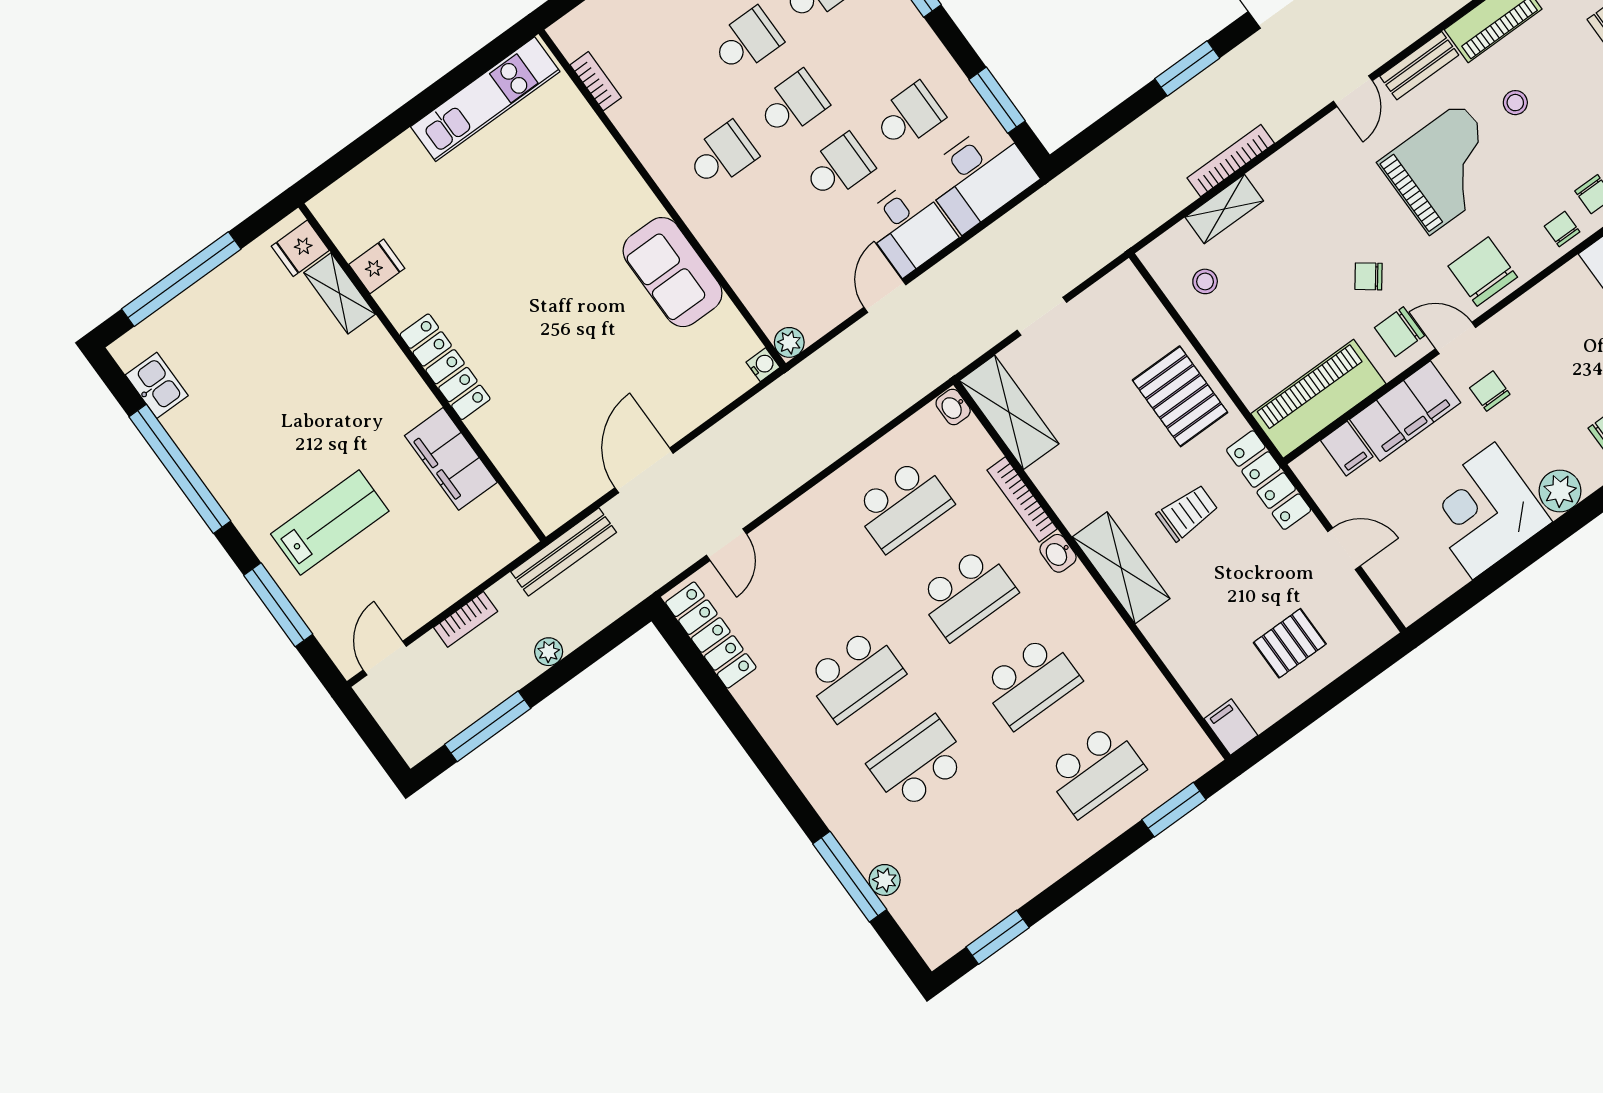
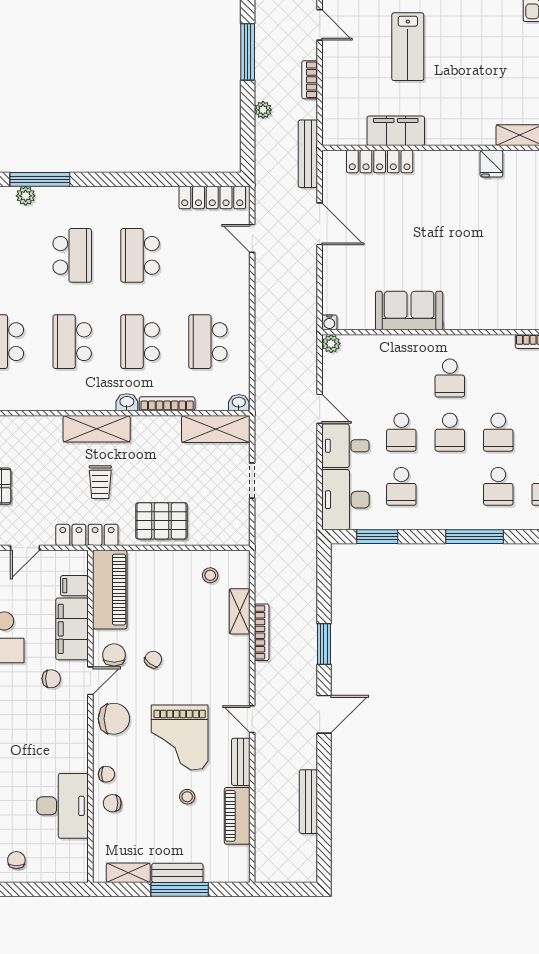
fridge: (377, 266) -> (491, 164), moved
locker: (445, 367) -> (380, 162), moved

